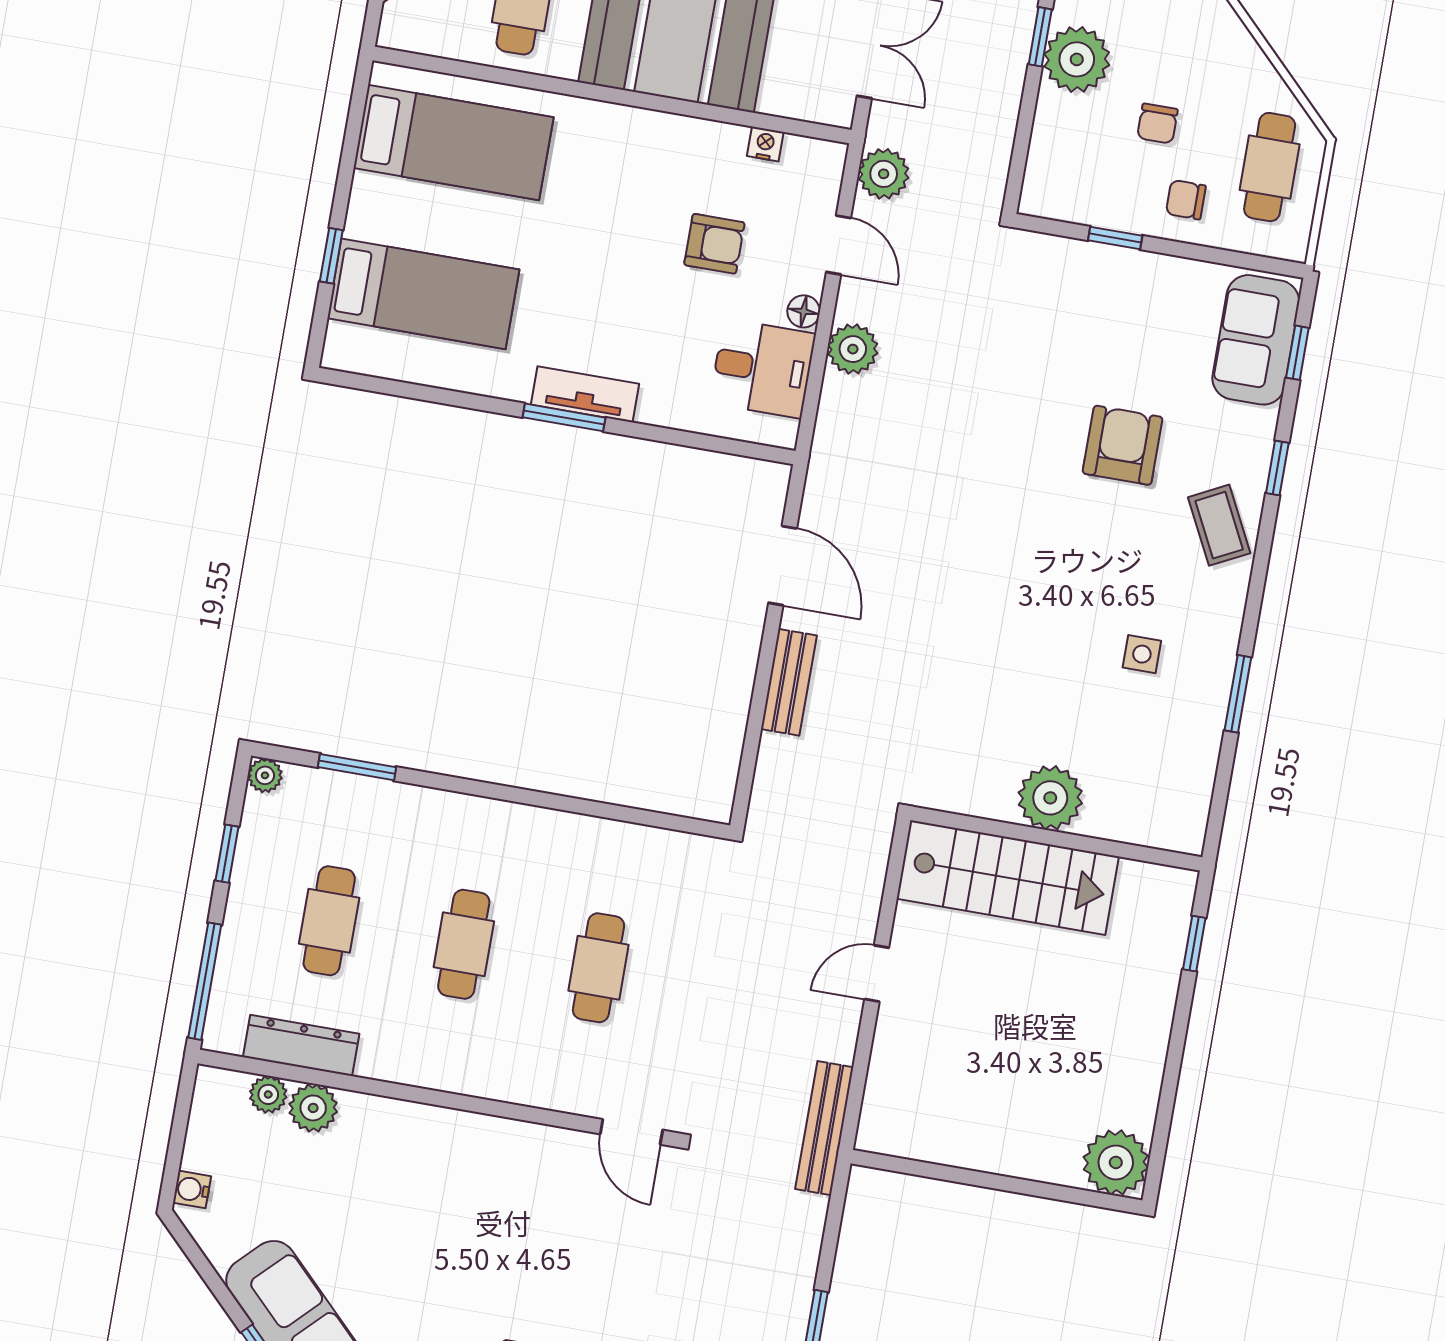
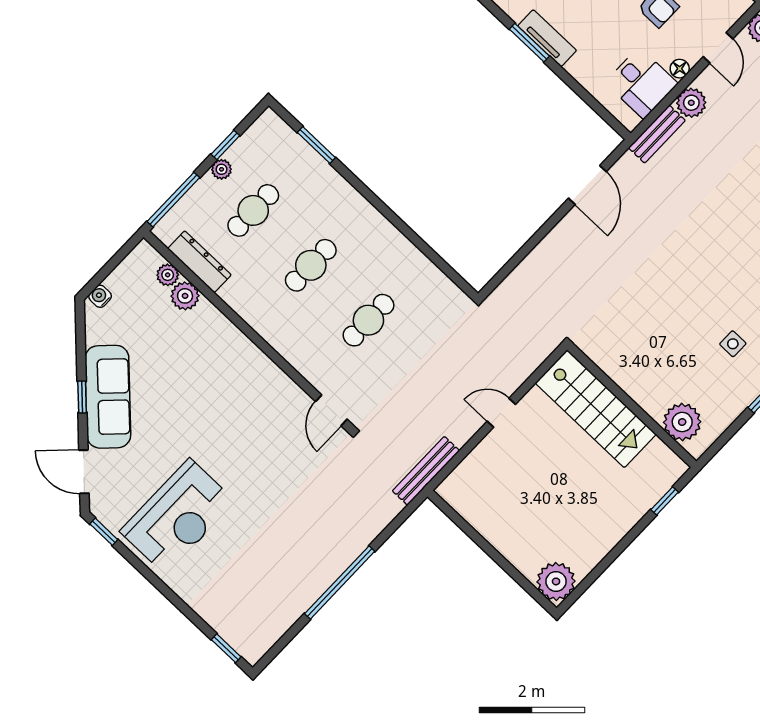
bench: (789, 682) -> (657, 134), moved
plant: (265, 775) -> (222, 169), moved
plant: (1050, 798) -> (682, 422), moved

